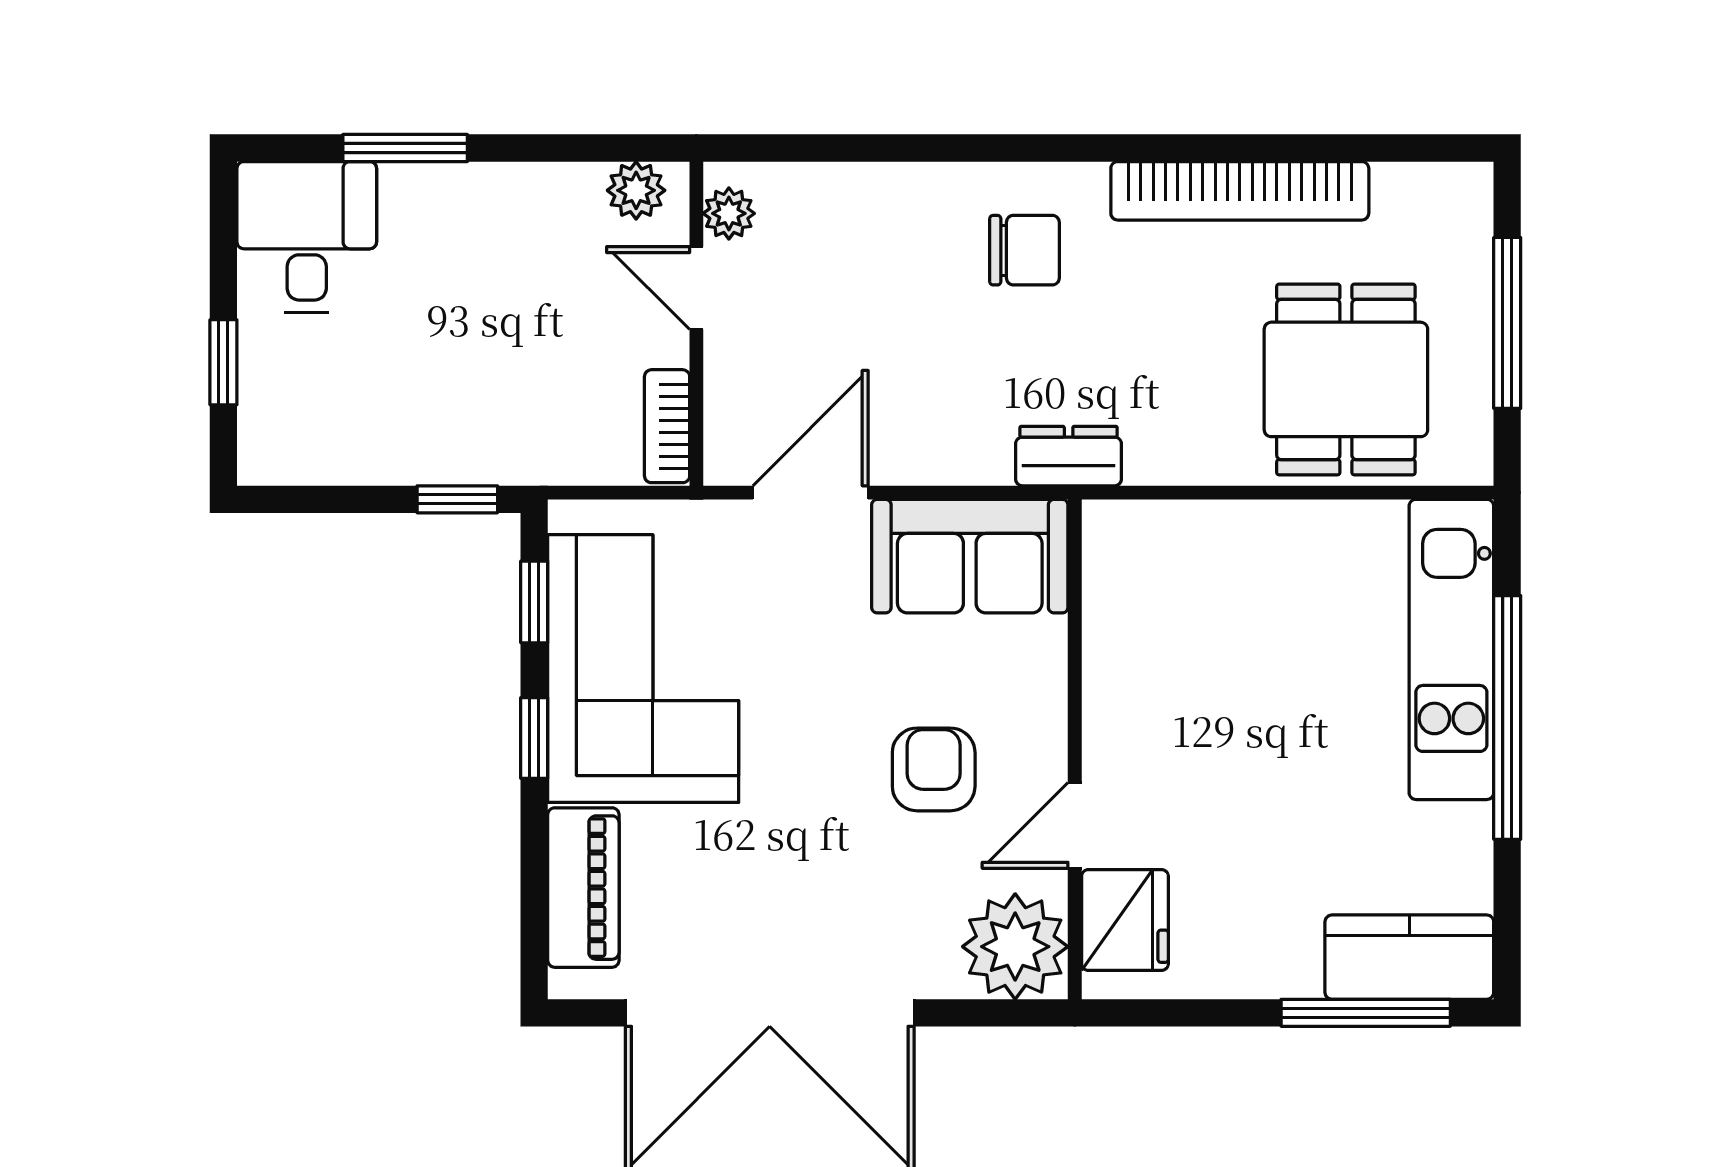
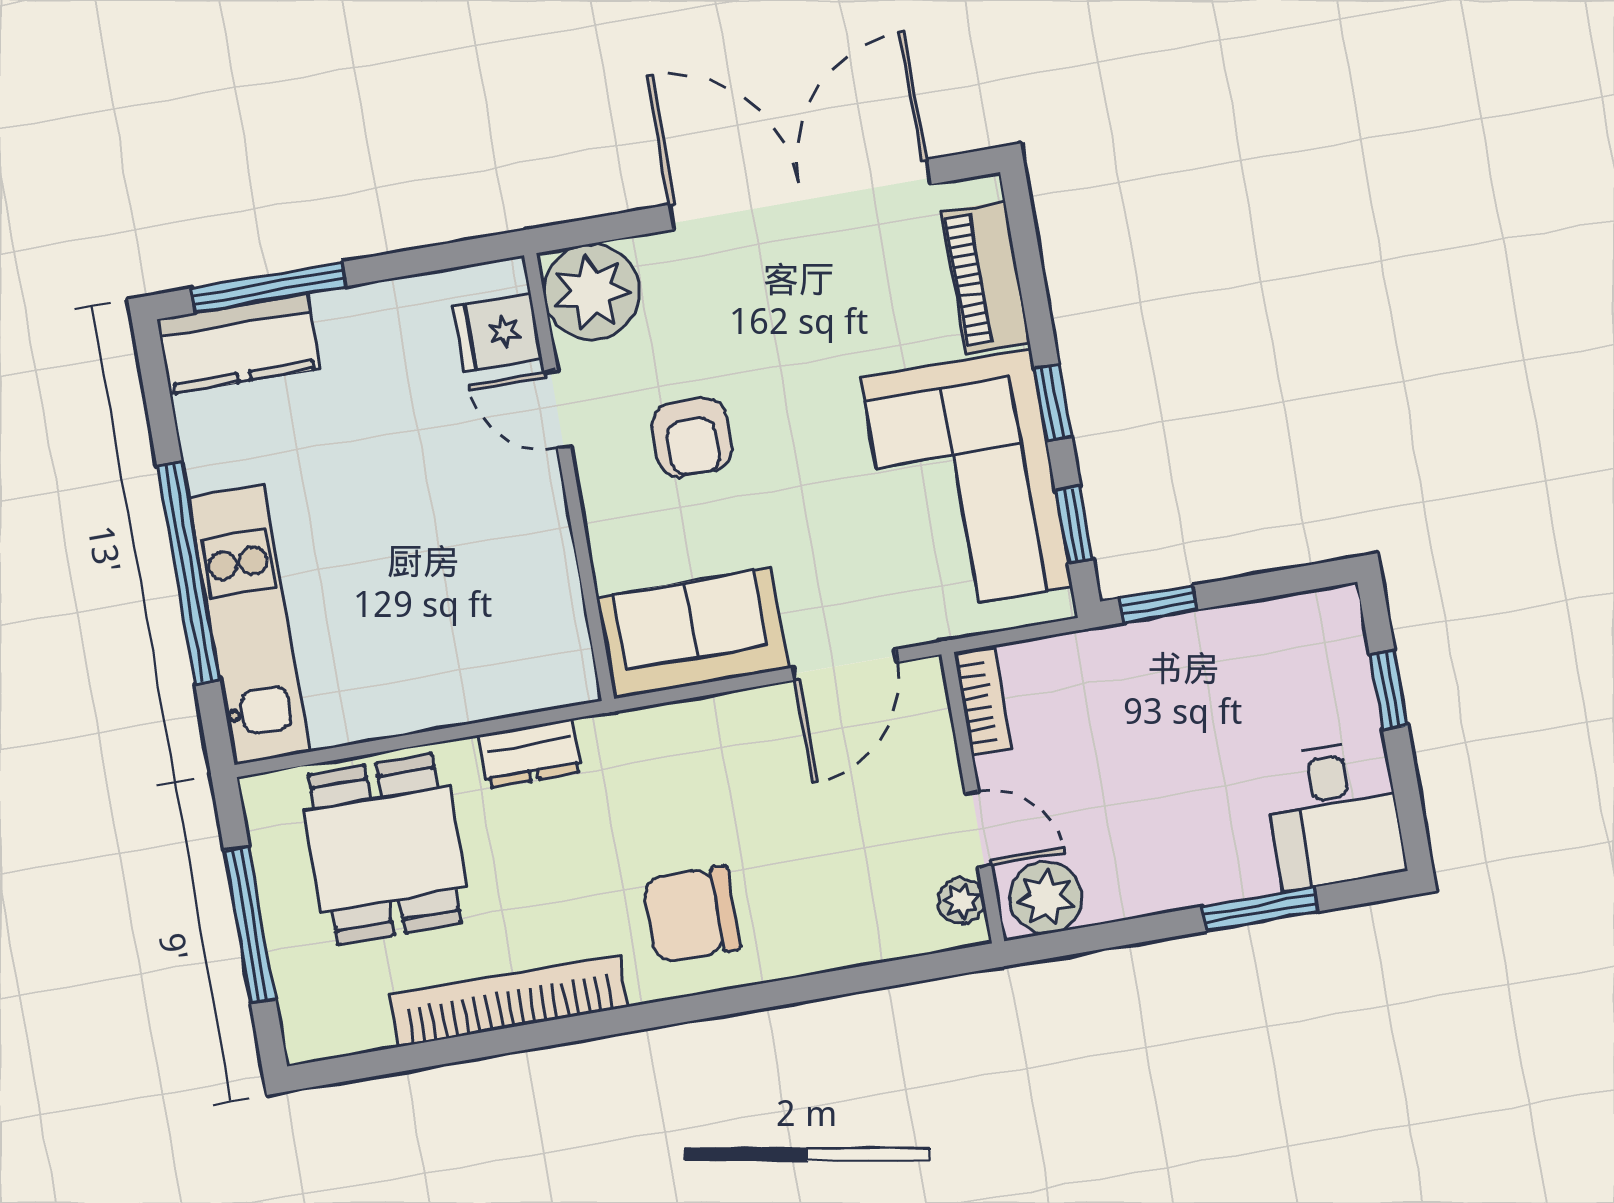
plant: (636, 190) -> (1046, 898), width x1.38, depth x1.38
chair: (1024, 250) -> (692, 914), width x1.37, depth x1.37
dresser: (1069, 456) -> (530, 753), moved
door: (1075, 825) -> (557, 409), swing flipped
fridge: (1125, 920) -> (498, 333), width x0.72

